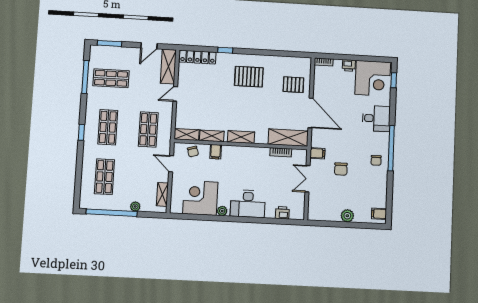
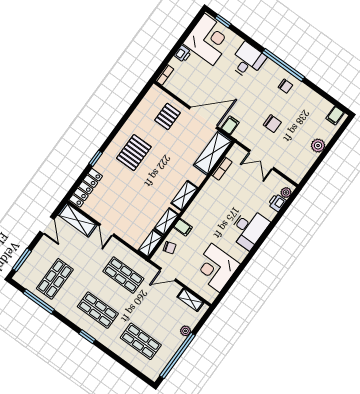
filing cabinet: (317, 153) -> (230, 125), moved
plant: (222, 211) -> (286, 192), moved

